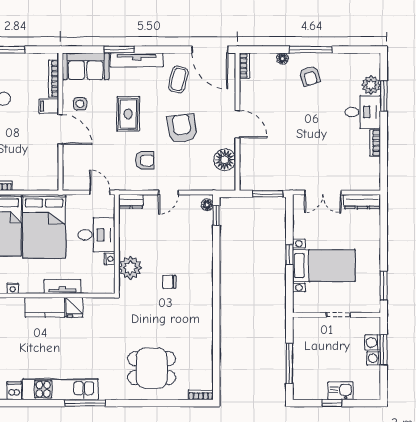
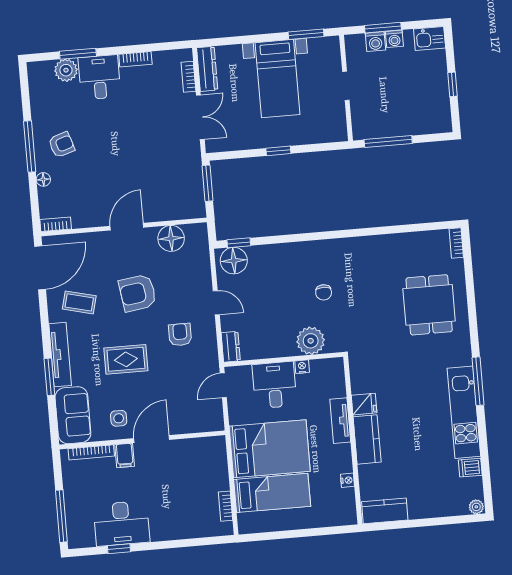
bookcase: (357, 186) -> (188, 77), added
floor lamp: (207, 205) -> (234, 261), width x1.89, depth x1.89
bed with nightstands: (324, 266) -> (277, 79), moved, turned 180
window: (289, 363) -> (388, 141), moved
kitchen sink: (341, 391) -> (430, 39), moved, turned -90

